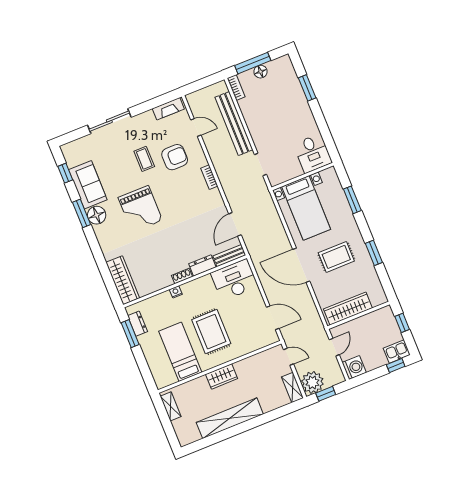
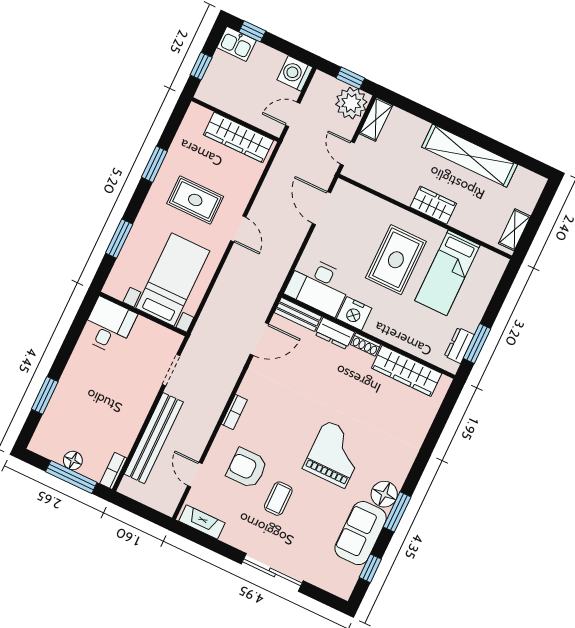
door: (301, 265) -> (238, 229), width x0.53
wardrobe: (123, 280) -> (407, 371), moved, turned -90
nightstand: (176, 292) -> (354, 313), moved, width x1.89, depth x1.79

